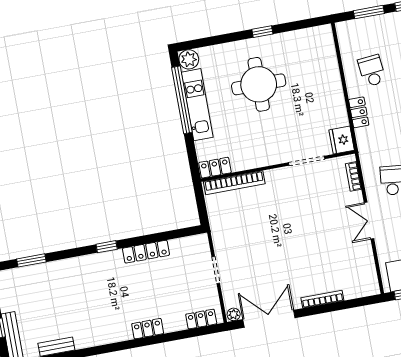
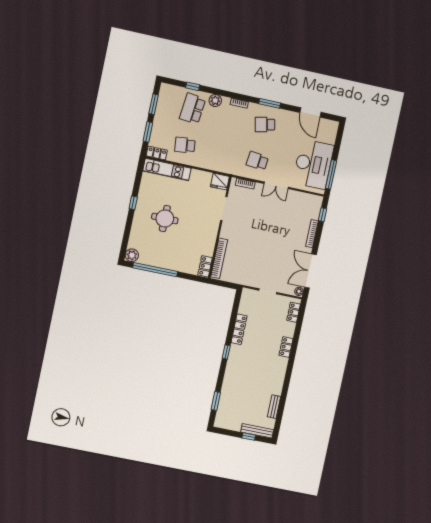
round table: (259, 84) -> (165, 218), width x0.73, depth x0.73
kitchen unit: (197, 105) -> (167, 170), moved, turned 180
locker: (359, 112) -> (157, 153), moved
window: (355, 303) -> (322, 215), added

